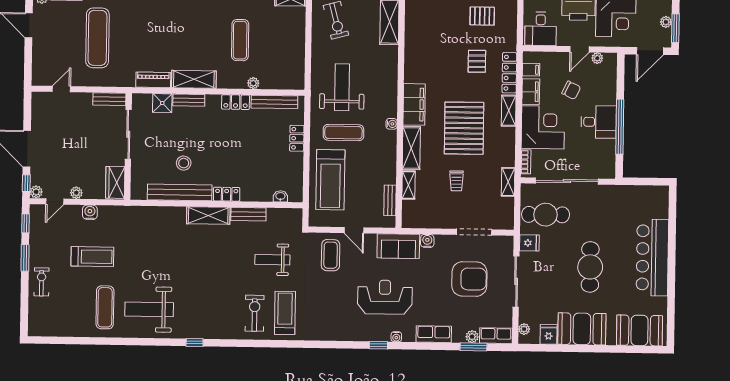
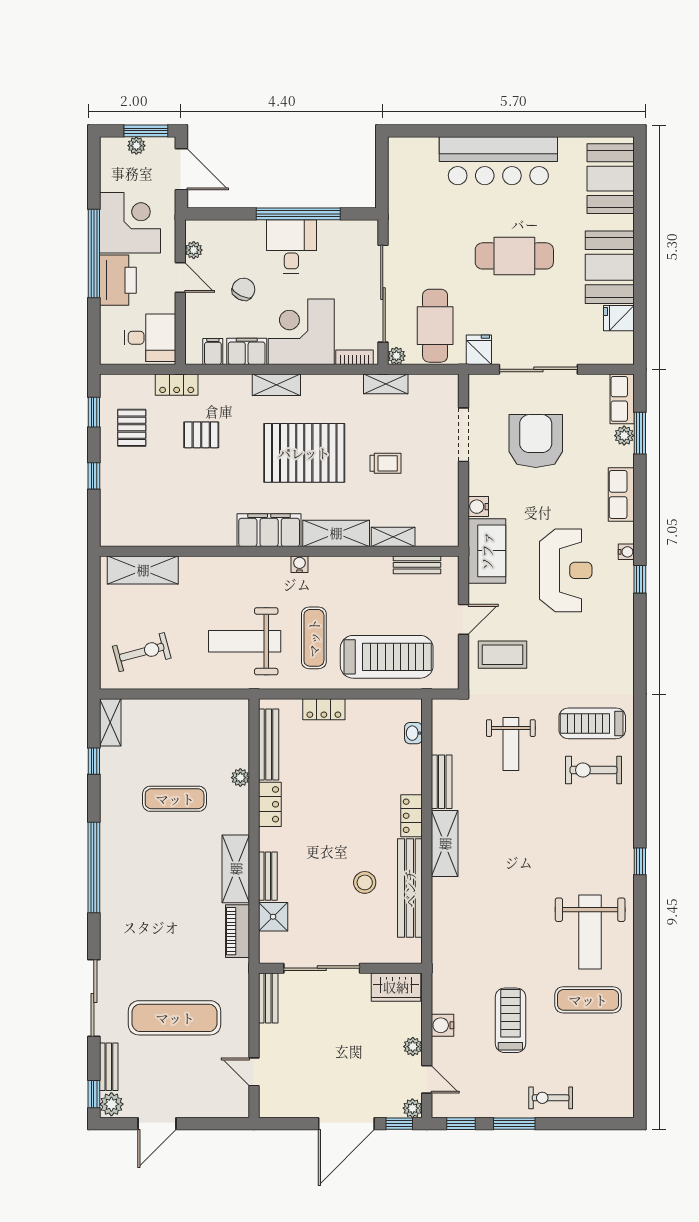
locker: (509, 73) -> (177, 385), moved, width x0.66
reception desk: (385, 297) -> (566, 570), turned 180
plant: (524, 329) -> (396, 356), moved

